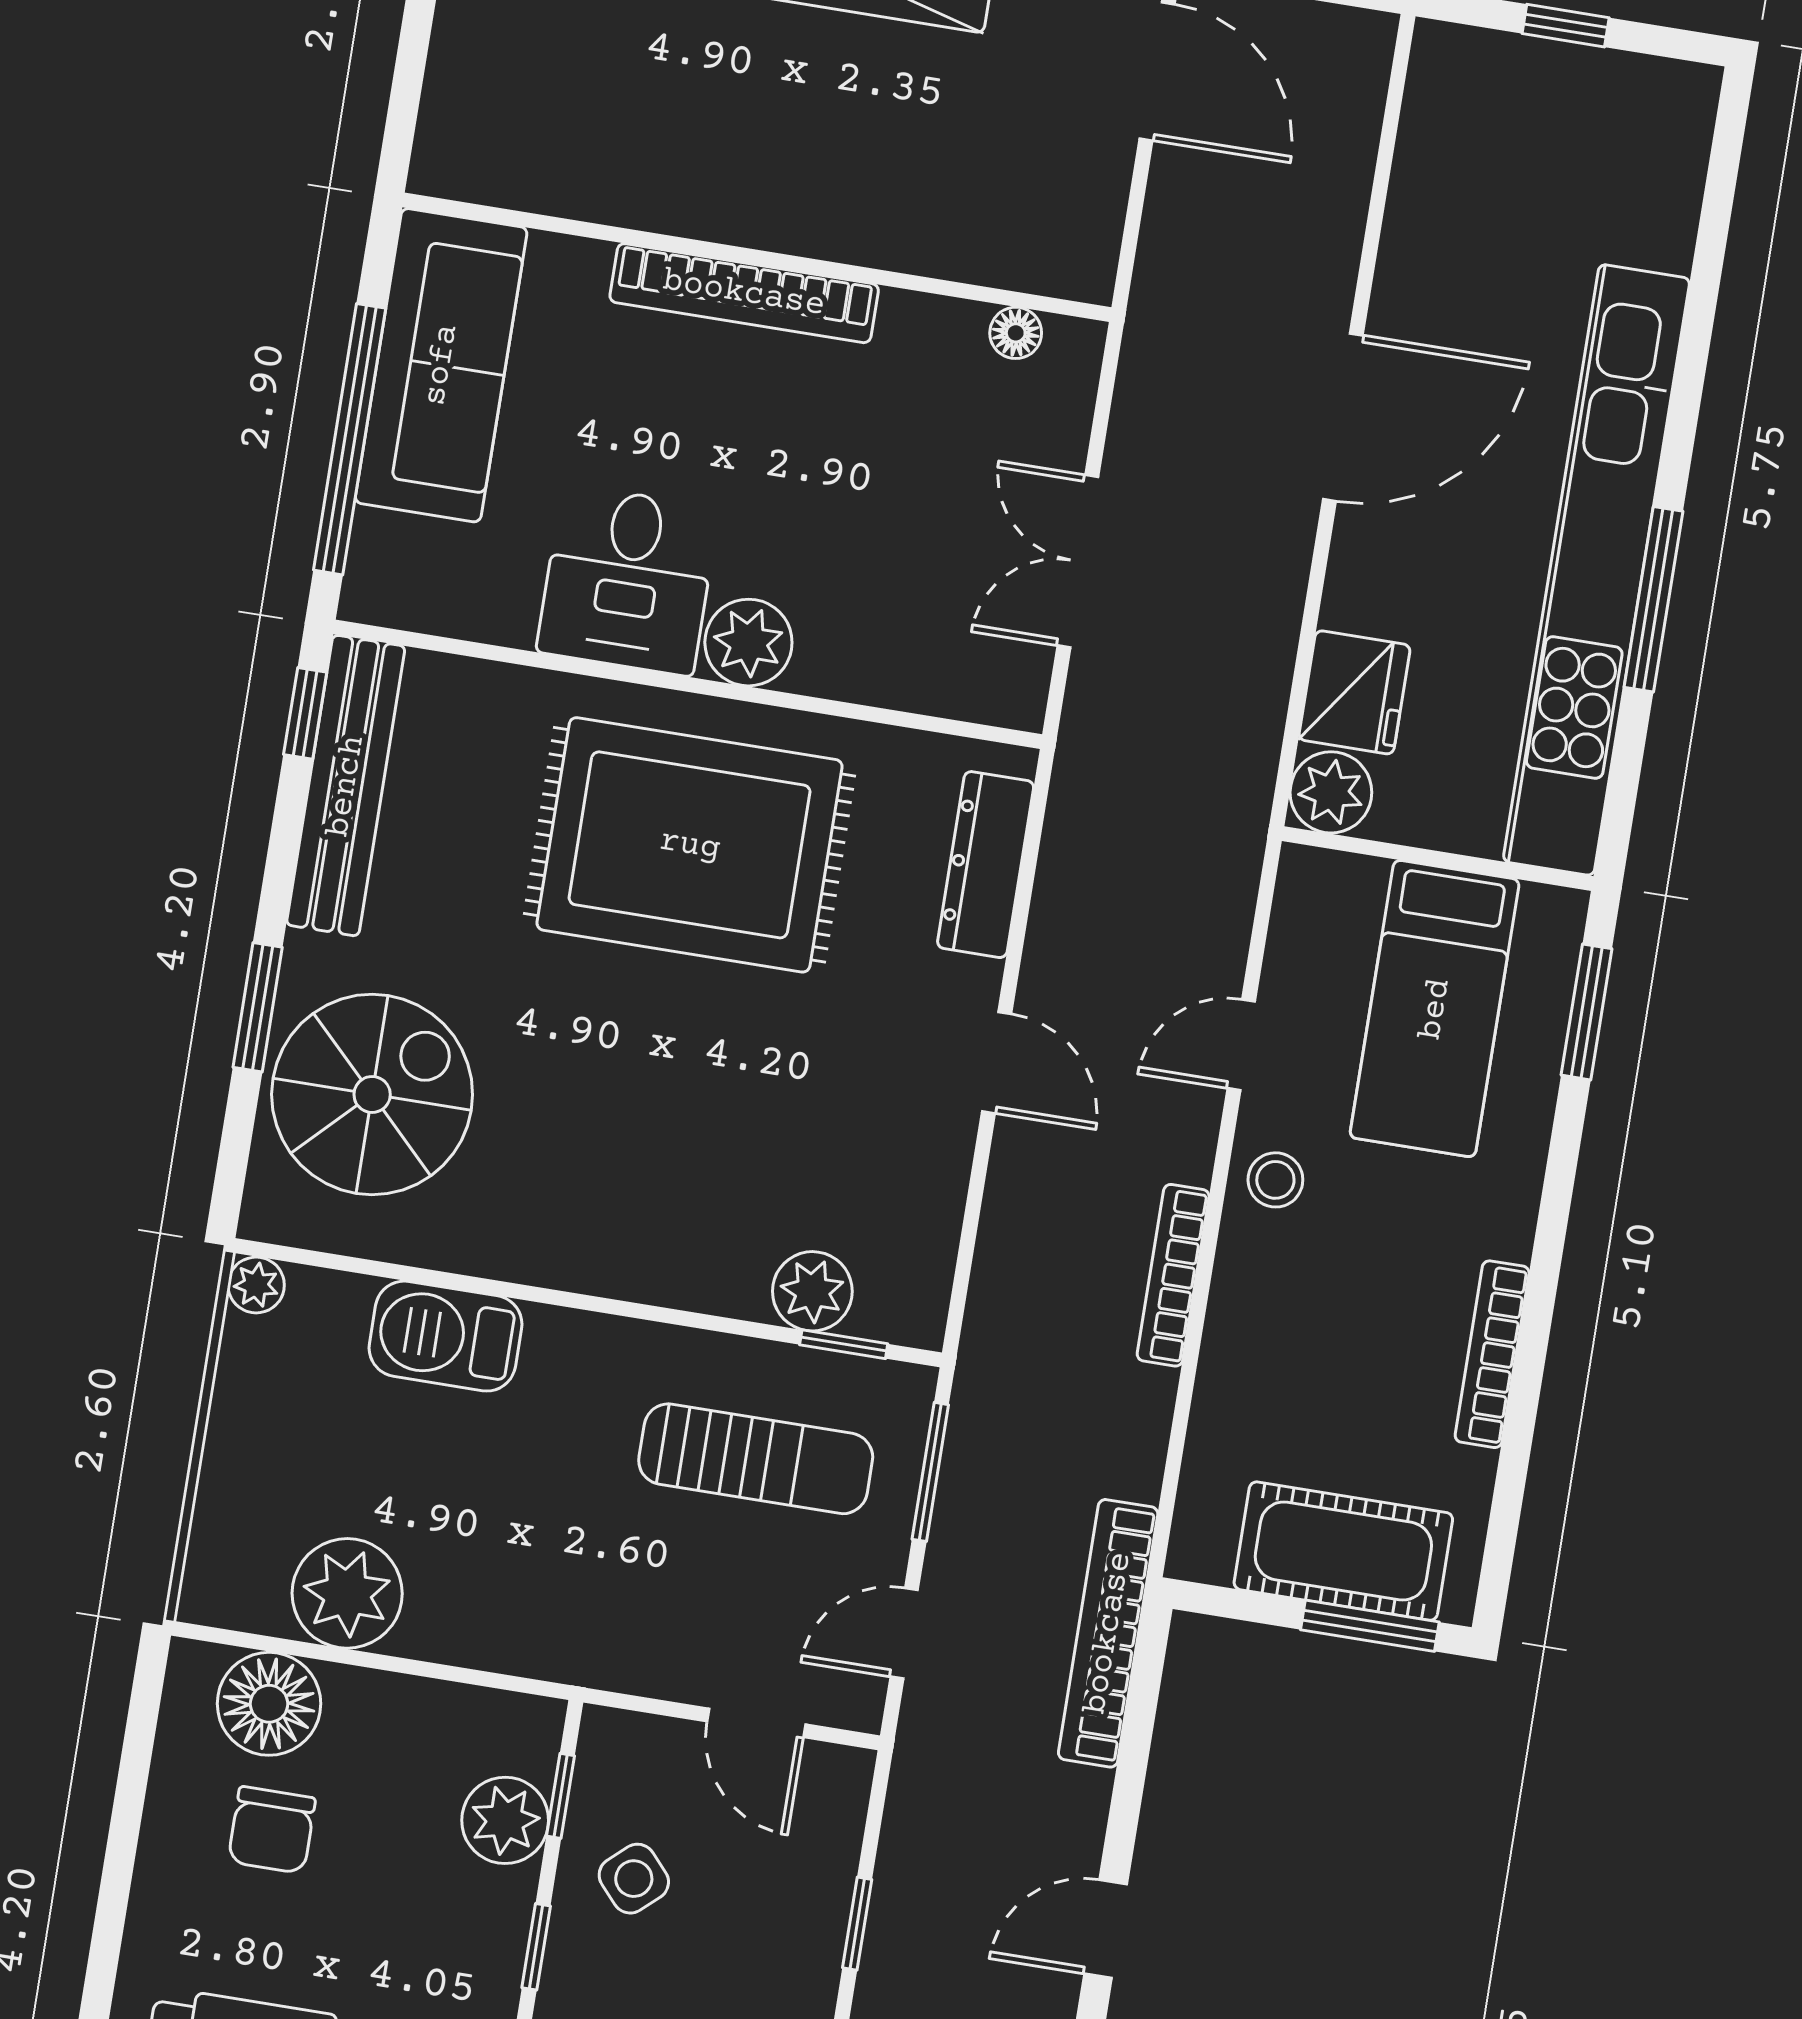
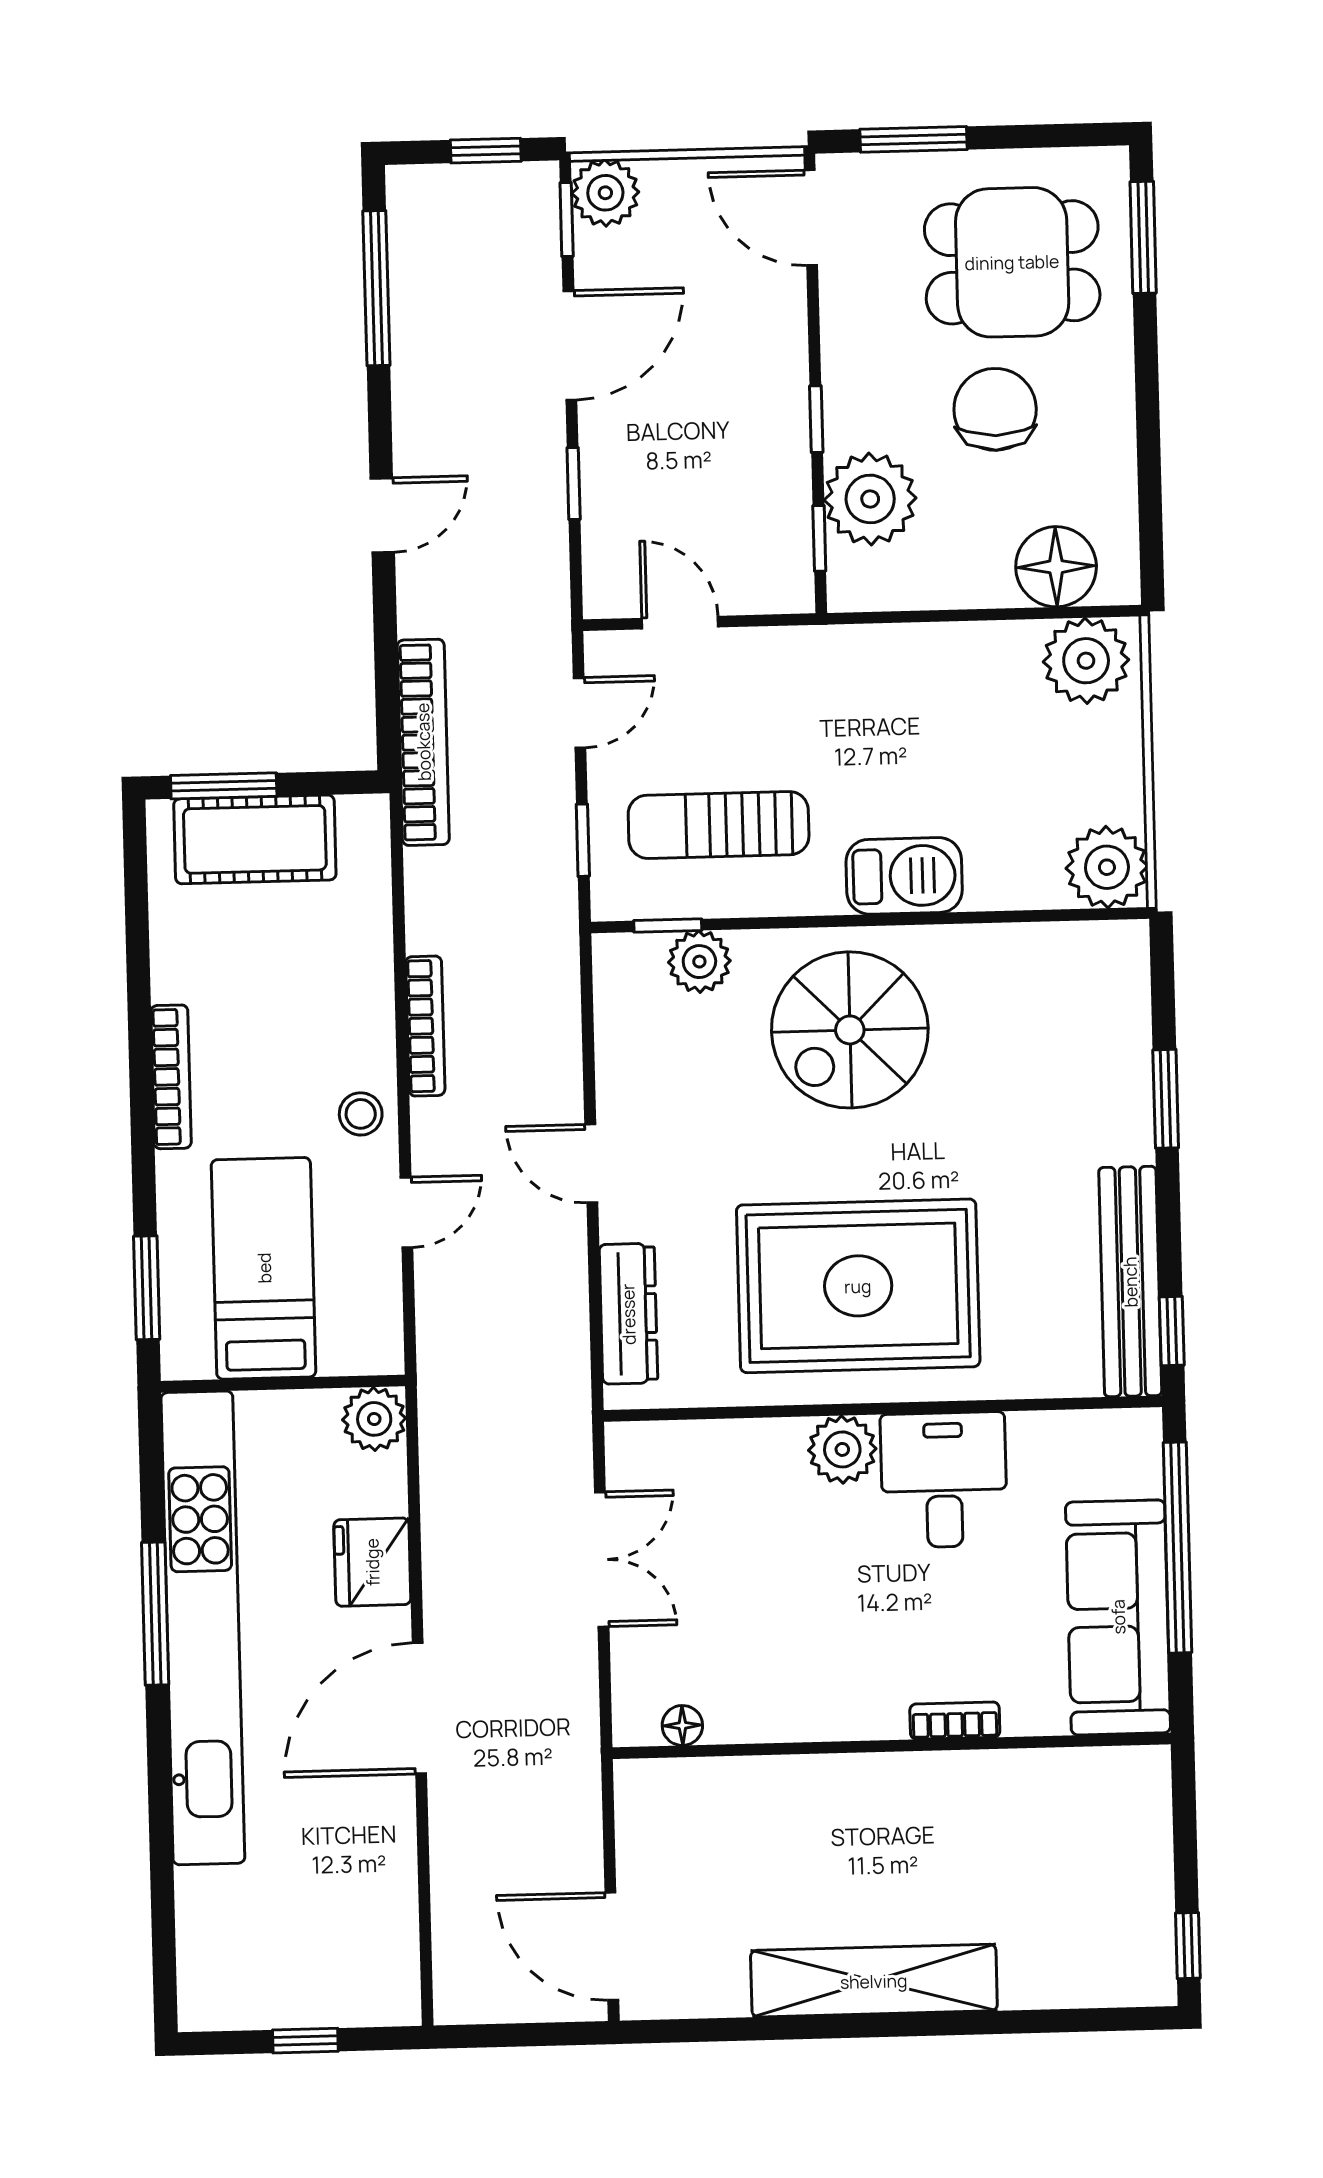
bookcase: (744, 293) -> (955, 1721), width x0.43, depth x0.76
fridge: (1354, 692) -> (372, 1562), moved
spiral stairs: (372, 1094) -> (850, 1030), moved
plant: (256, 1285) -> (1107, 867), width x1.87, depth x1.87
barbecue: (445, 1336) -> (904, 876), moved
bookcase: (1492, 1354) -> (171, 1077), moved
window: (930, 1472) -> (583, 840), width x0.67
plant: (347, 1593) -> (1086, 661), moved
plant: (505, 1820) -> (870, 499), width x1.36, depth x1.36
chair: (272, 1830) -> (995, 409), moved, width x1.37, depth x1.37
side table: (634, 1879) -> (751, 486), removed

